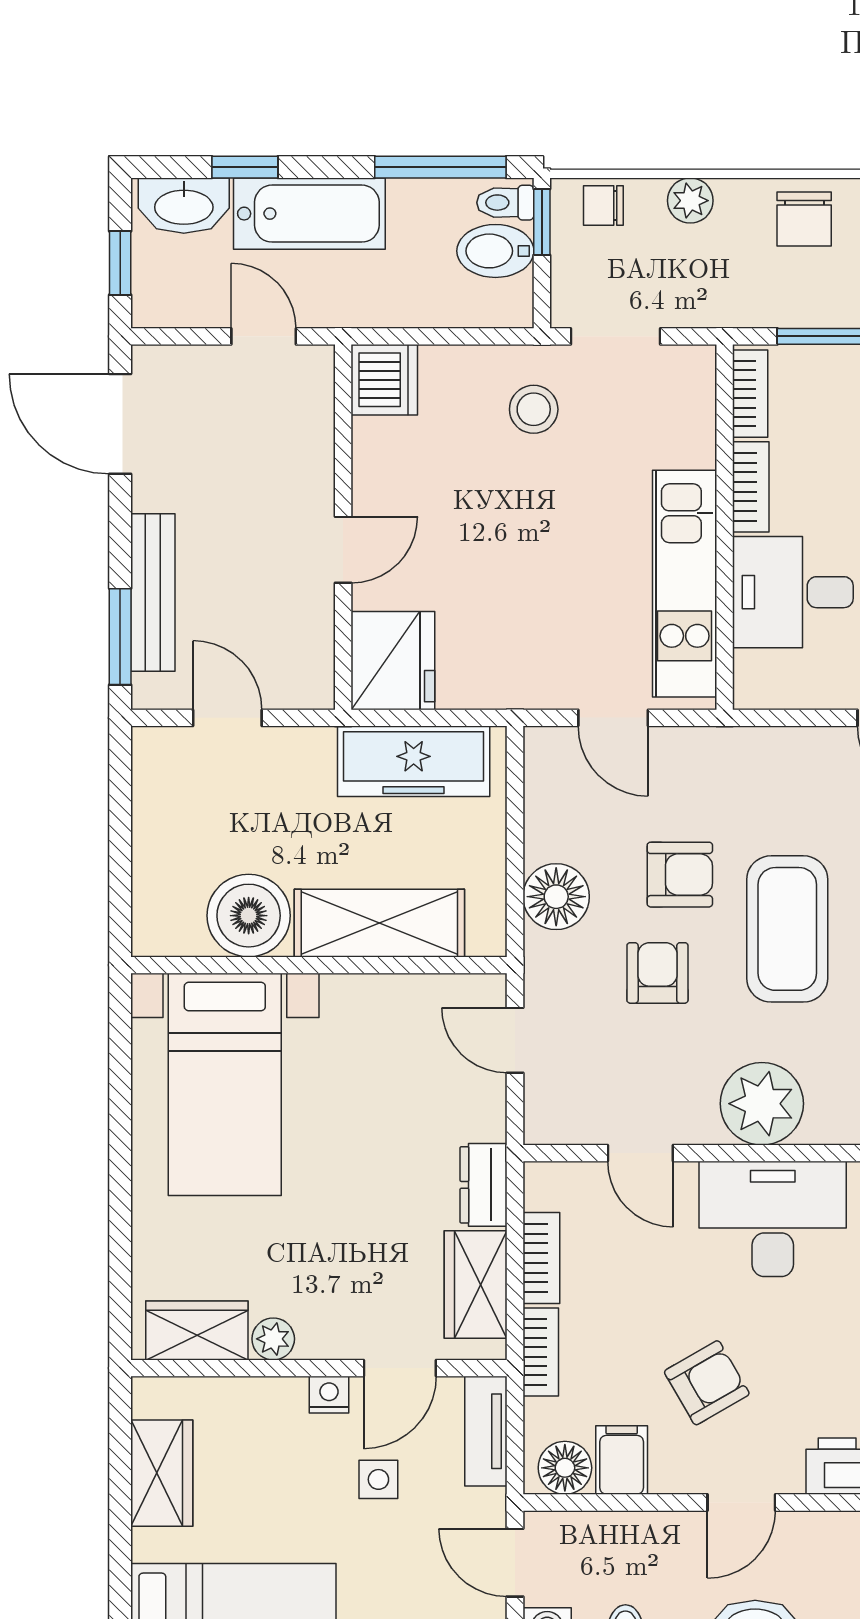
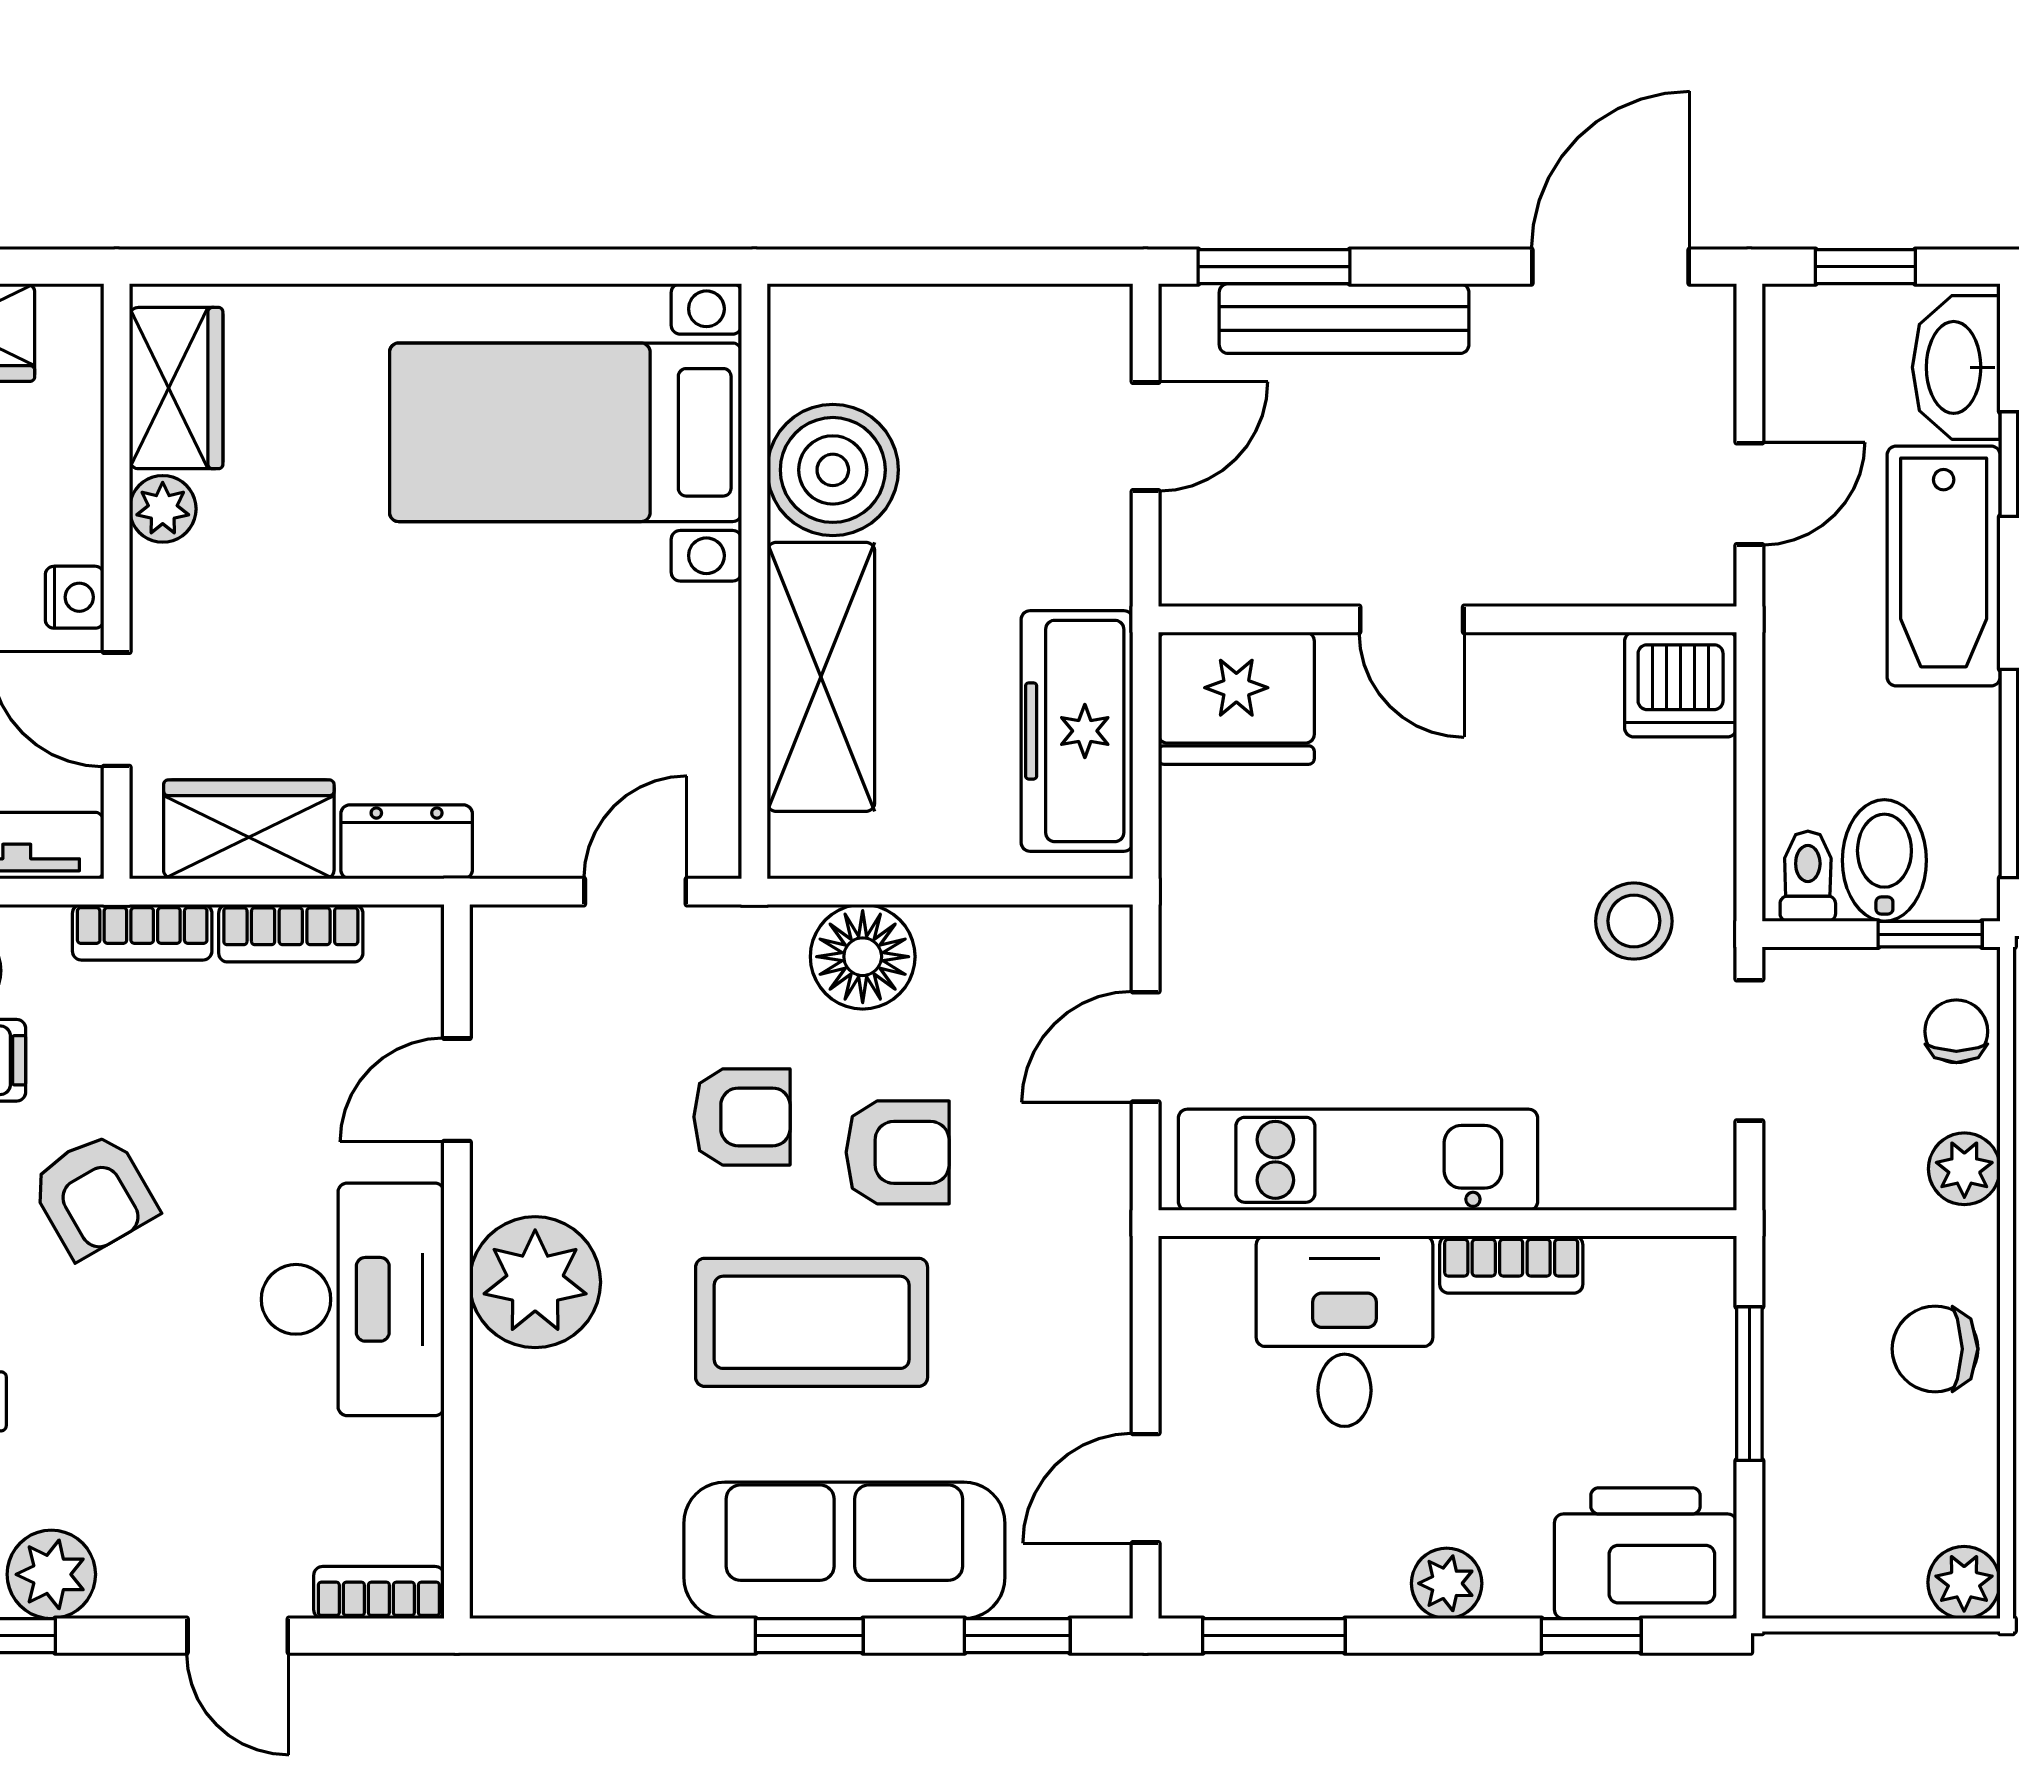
toilet: (505, 203) -> (1808, 876), moved
bookcase: (750, 394) -> (1659, 1264), removed
armchair: (680, 875) -> (898, 1152), turned -90

